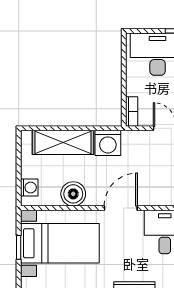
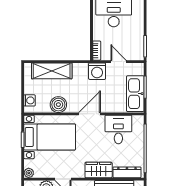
washing machine: (108, 143) -> (97, 71), moved

